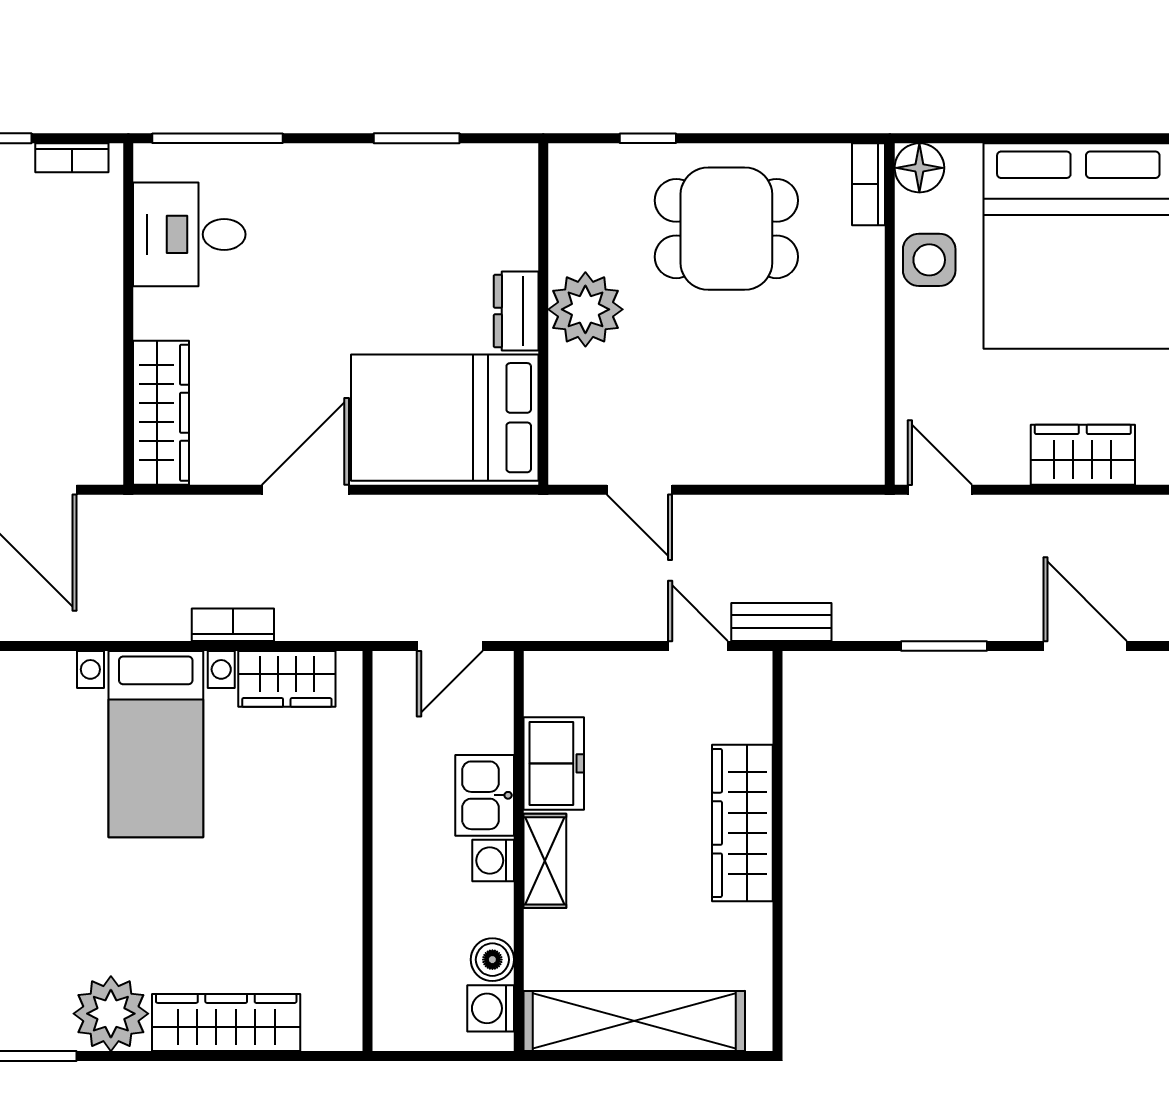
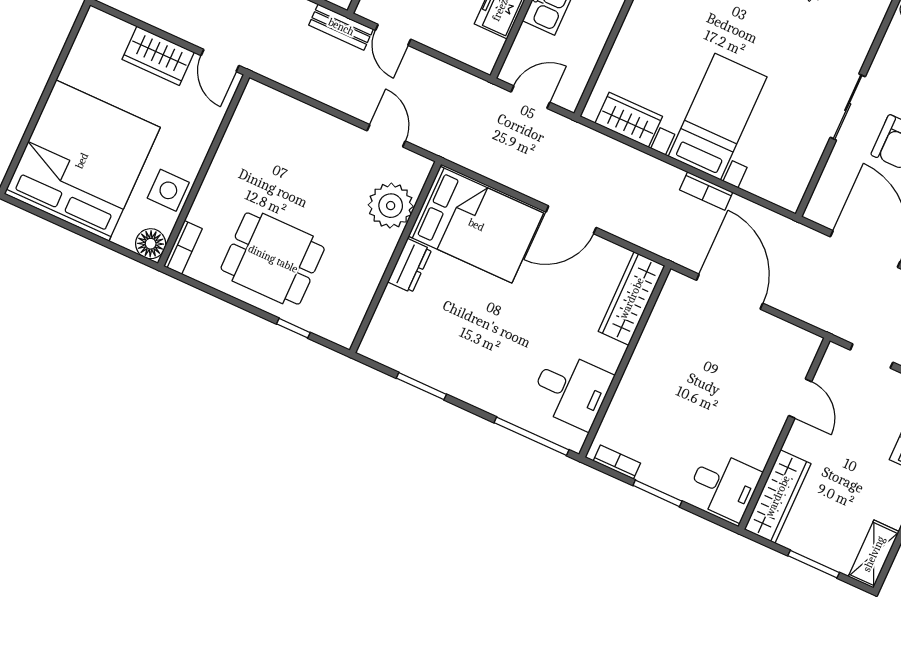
plant: (585, 309) -> (391, 206), moved
wardrobe: (1083, 455) -> (158, 56), moved
bookcase: (233, 625) -> (706, 191), moved

